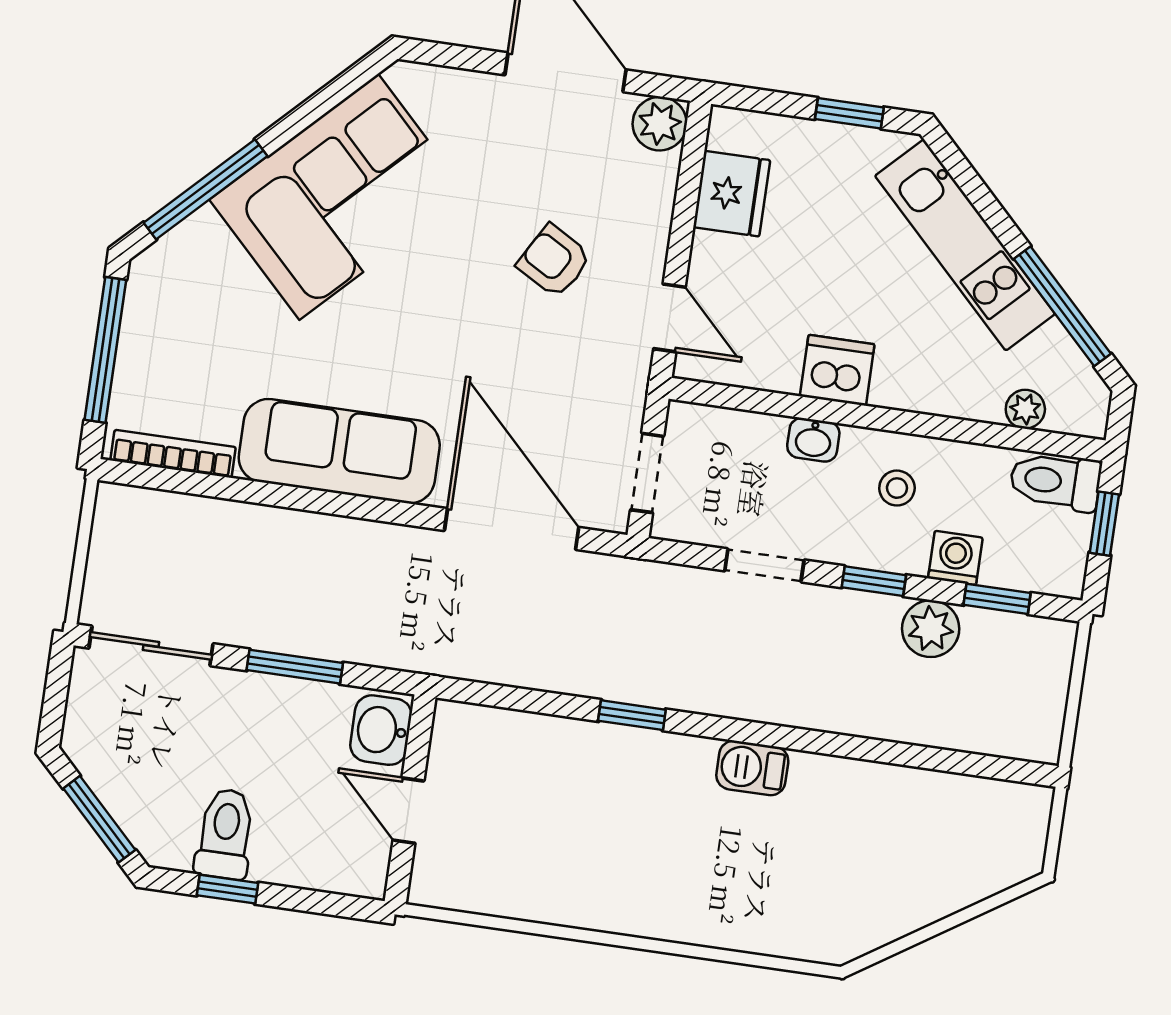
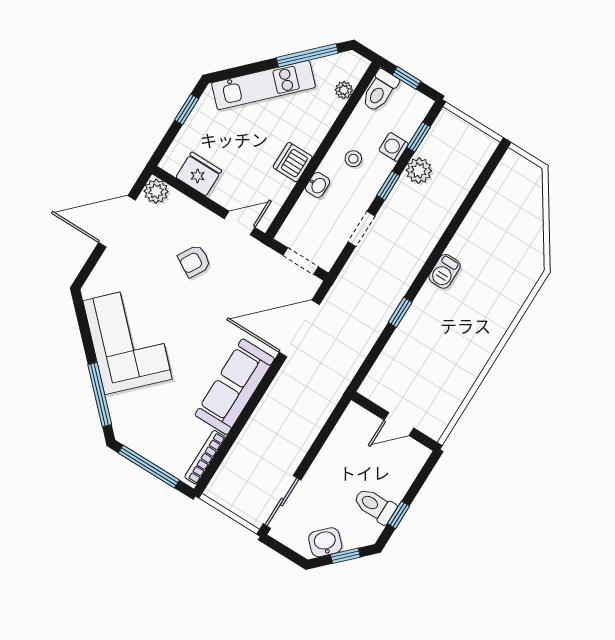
window: (295, 667) -> (317, 445), removed
washbasin: (381, 730) -> (325, 542), moved, turned 135
window: (99, 819) -> (345, 556), width x0.67

